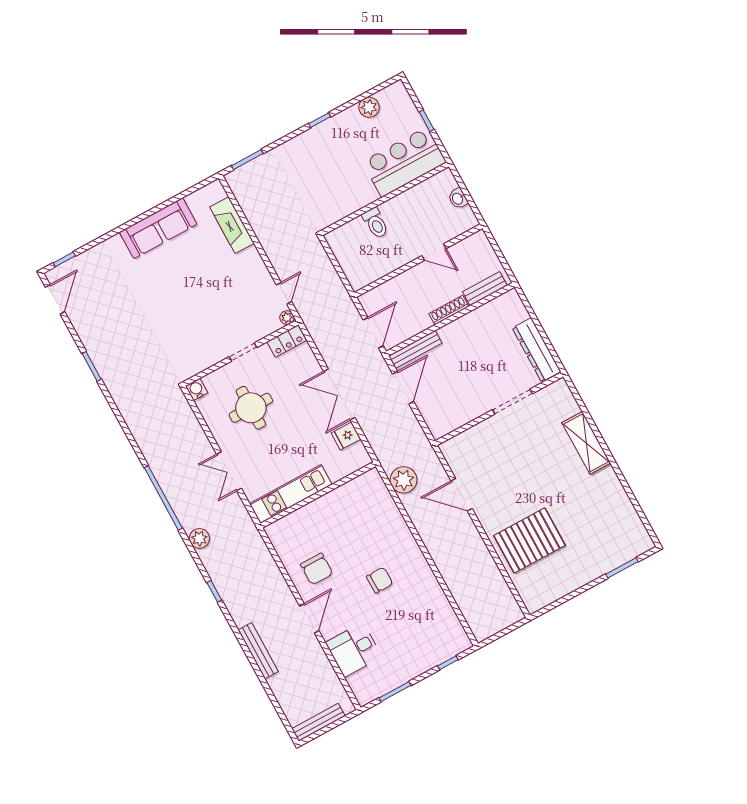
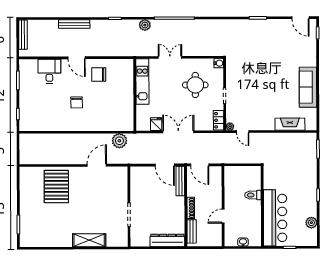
bar counter: (404, 162) -> (275, 218), width x1.36
dresser: (536, 350) -> (167, 240), moved

